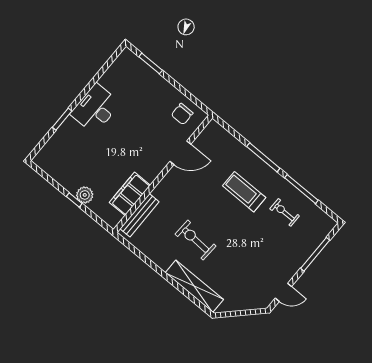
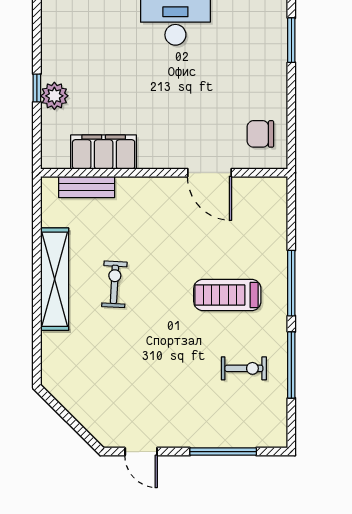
treadmill: (244, 192) -> (227, 295), turned -90
exercise bike: (285, 212) -> (244, 368), turned 90
bench: (140, 215) -> (87, 187), width x0.73
exercise bike: (195, 240) -> (114, 284), width x0.73, depth x0.72
shelving: (194, 286) -> (55, 279), moved

